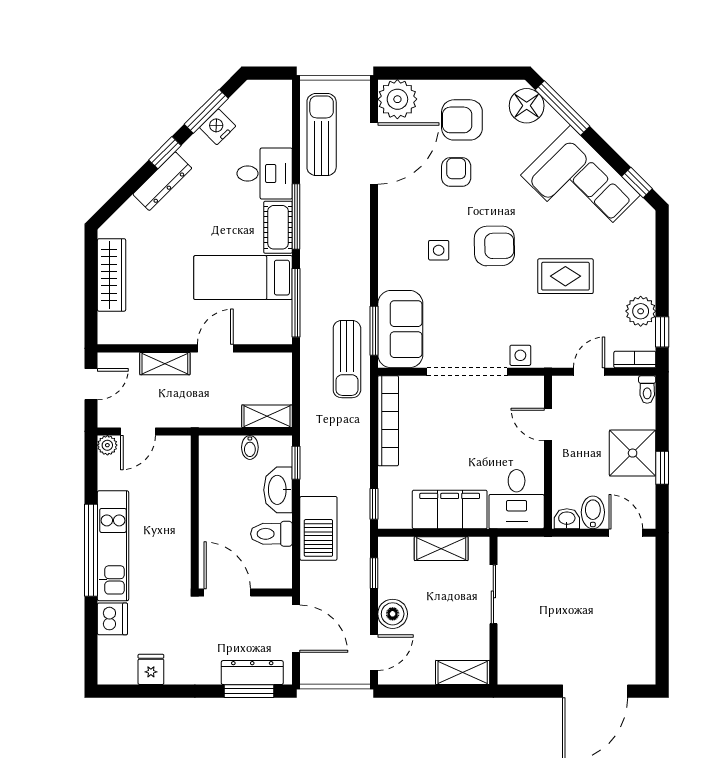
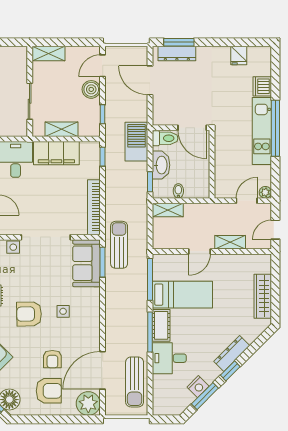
door: (227, 592) -> (192, 128), moved
wall: (245, 592) -> (181, 128), moved

